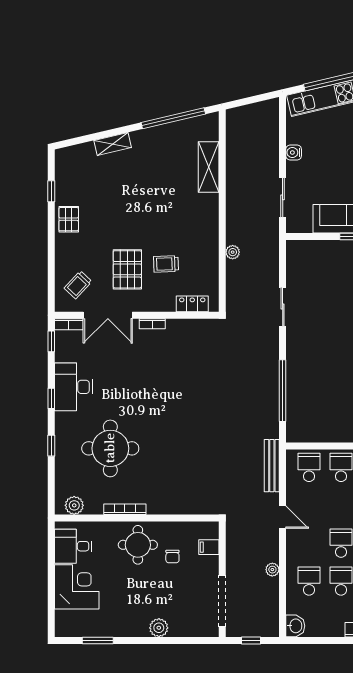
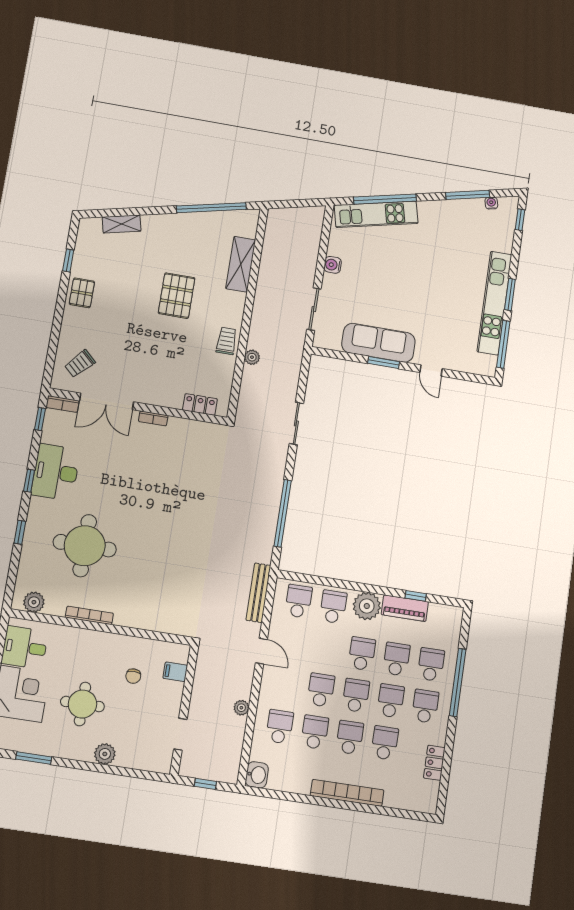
shelving: (113, 144) -> (122, 224), moved
trolley: (166, 264) -> (226, 341), moved, turned 92
pallet: (127, 269) -> (177, 296), moved
round table: (138, 545) -> (82, 704), moved
doorway: (222, 601) -> (180, 734), width x0.53

